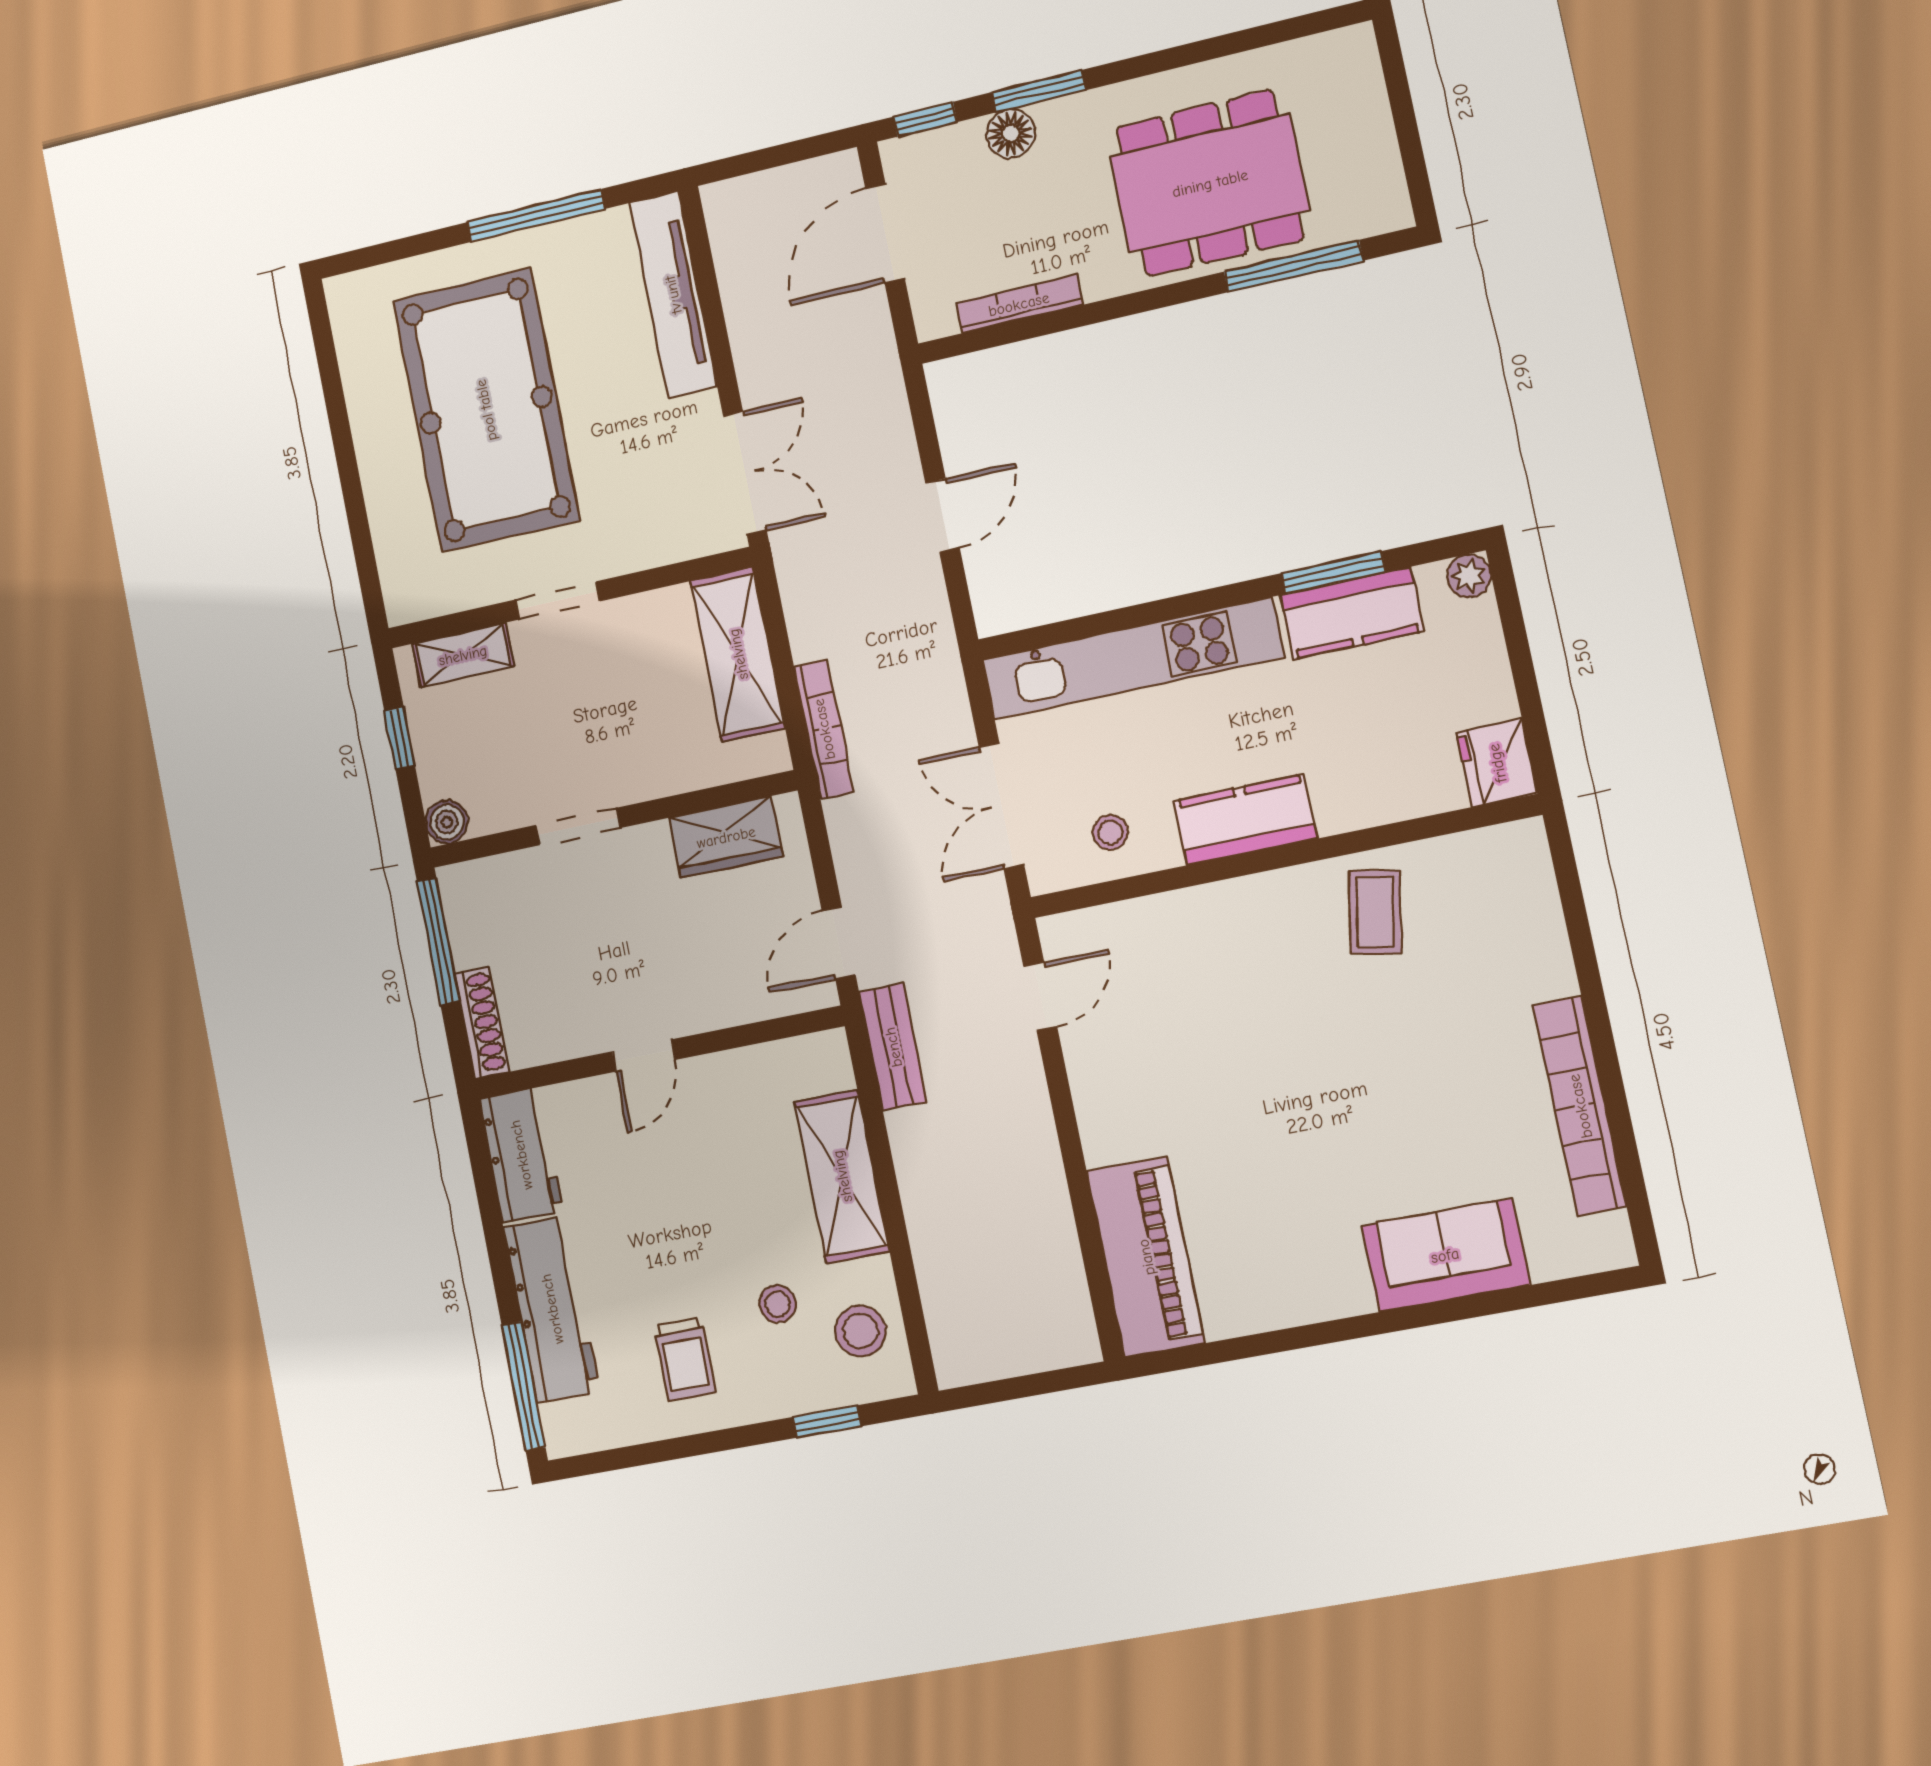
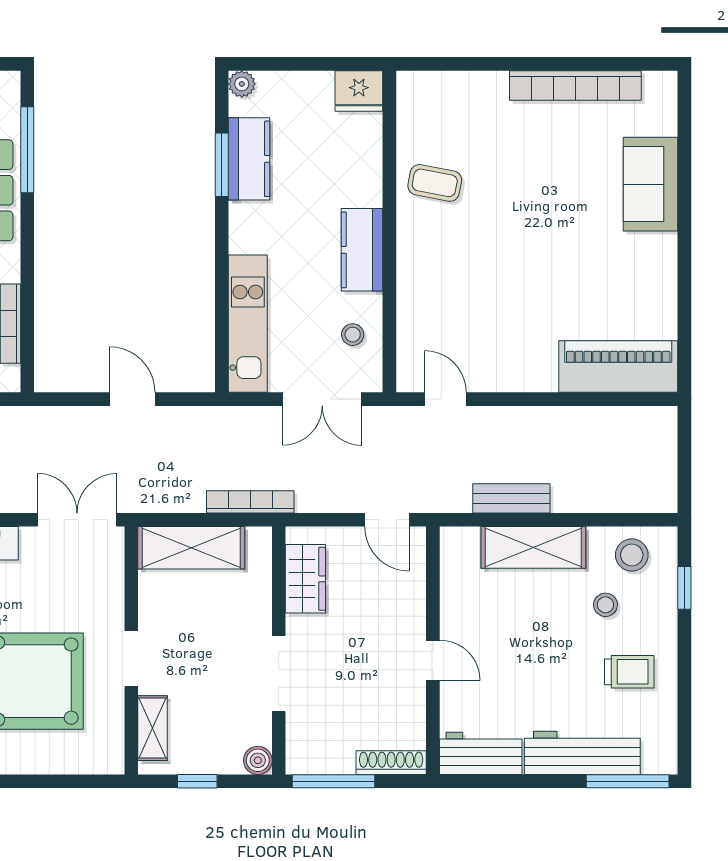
kitchen unit: (1132, 658) -> (248, 324), width x0.73
doorway: (578, 826) -> (279, 674), width x1.38
bench: (893, 1047) -> (511, 498), moved

